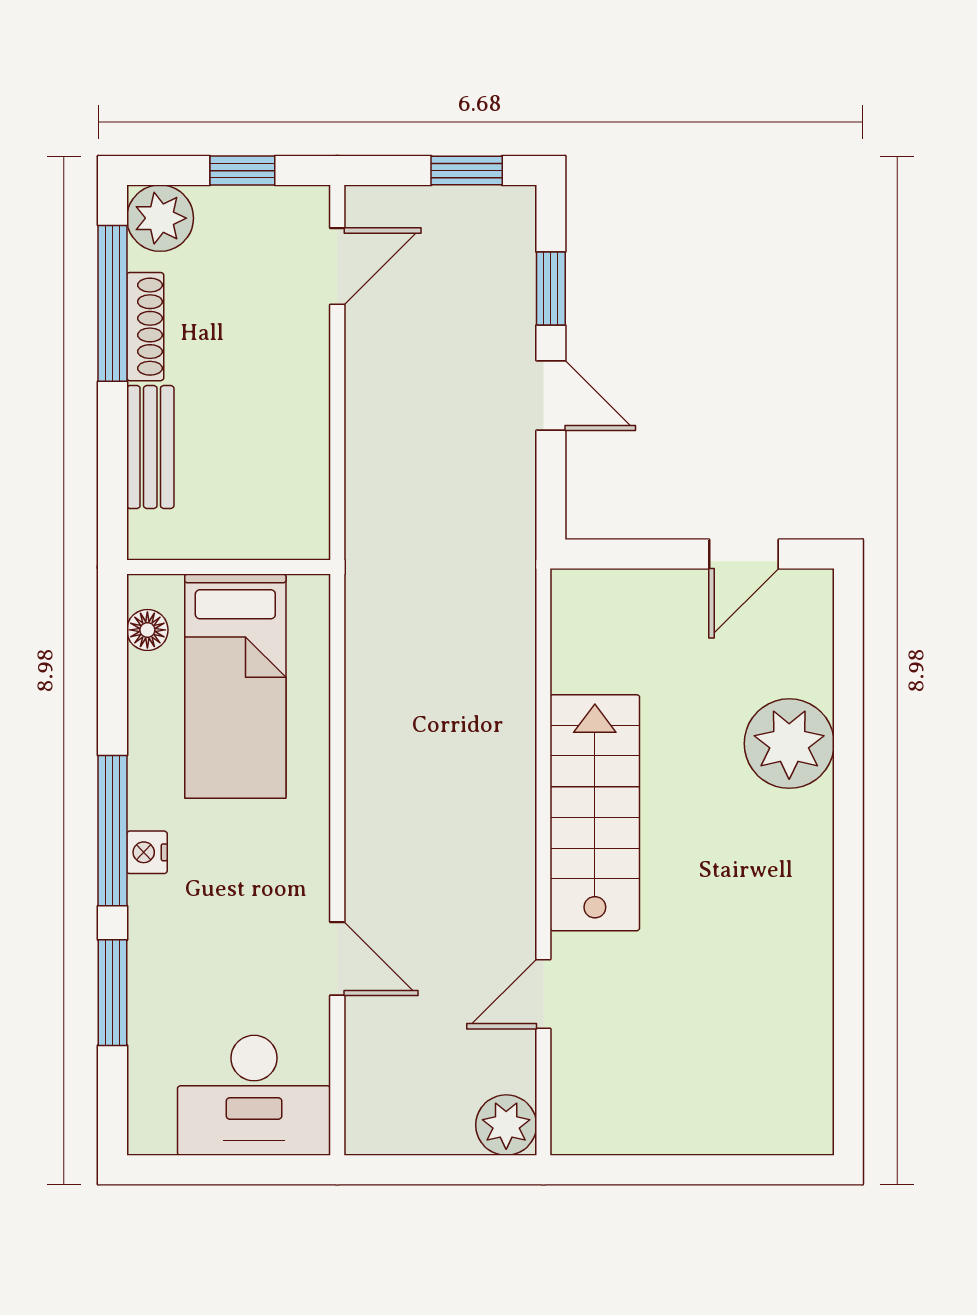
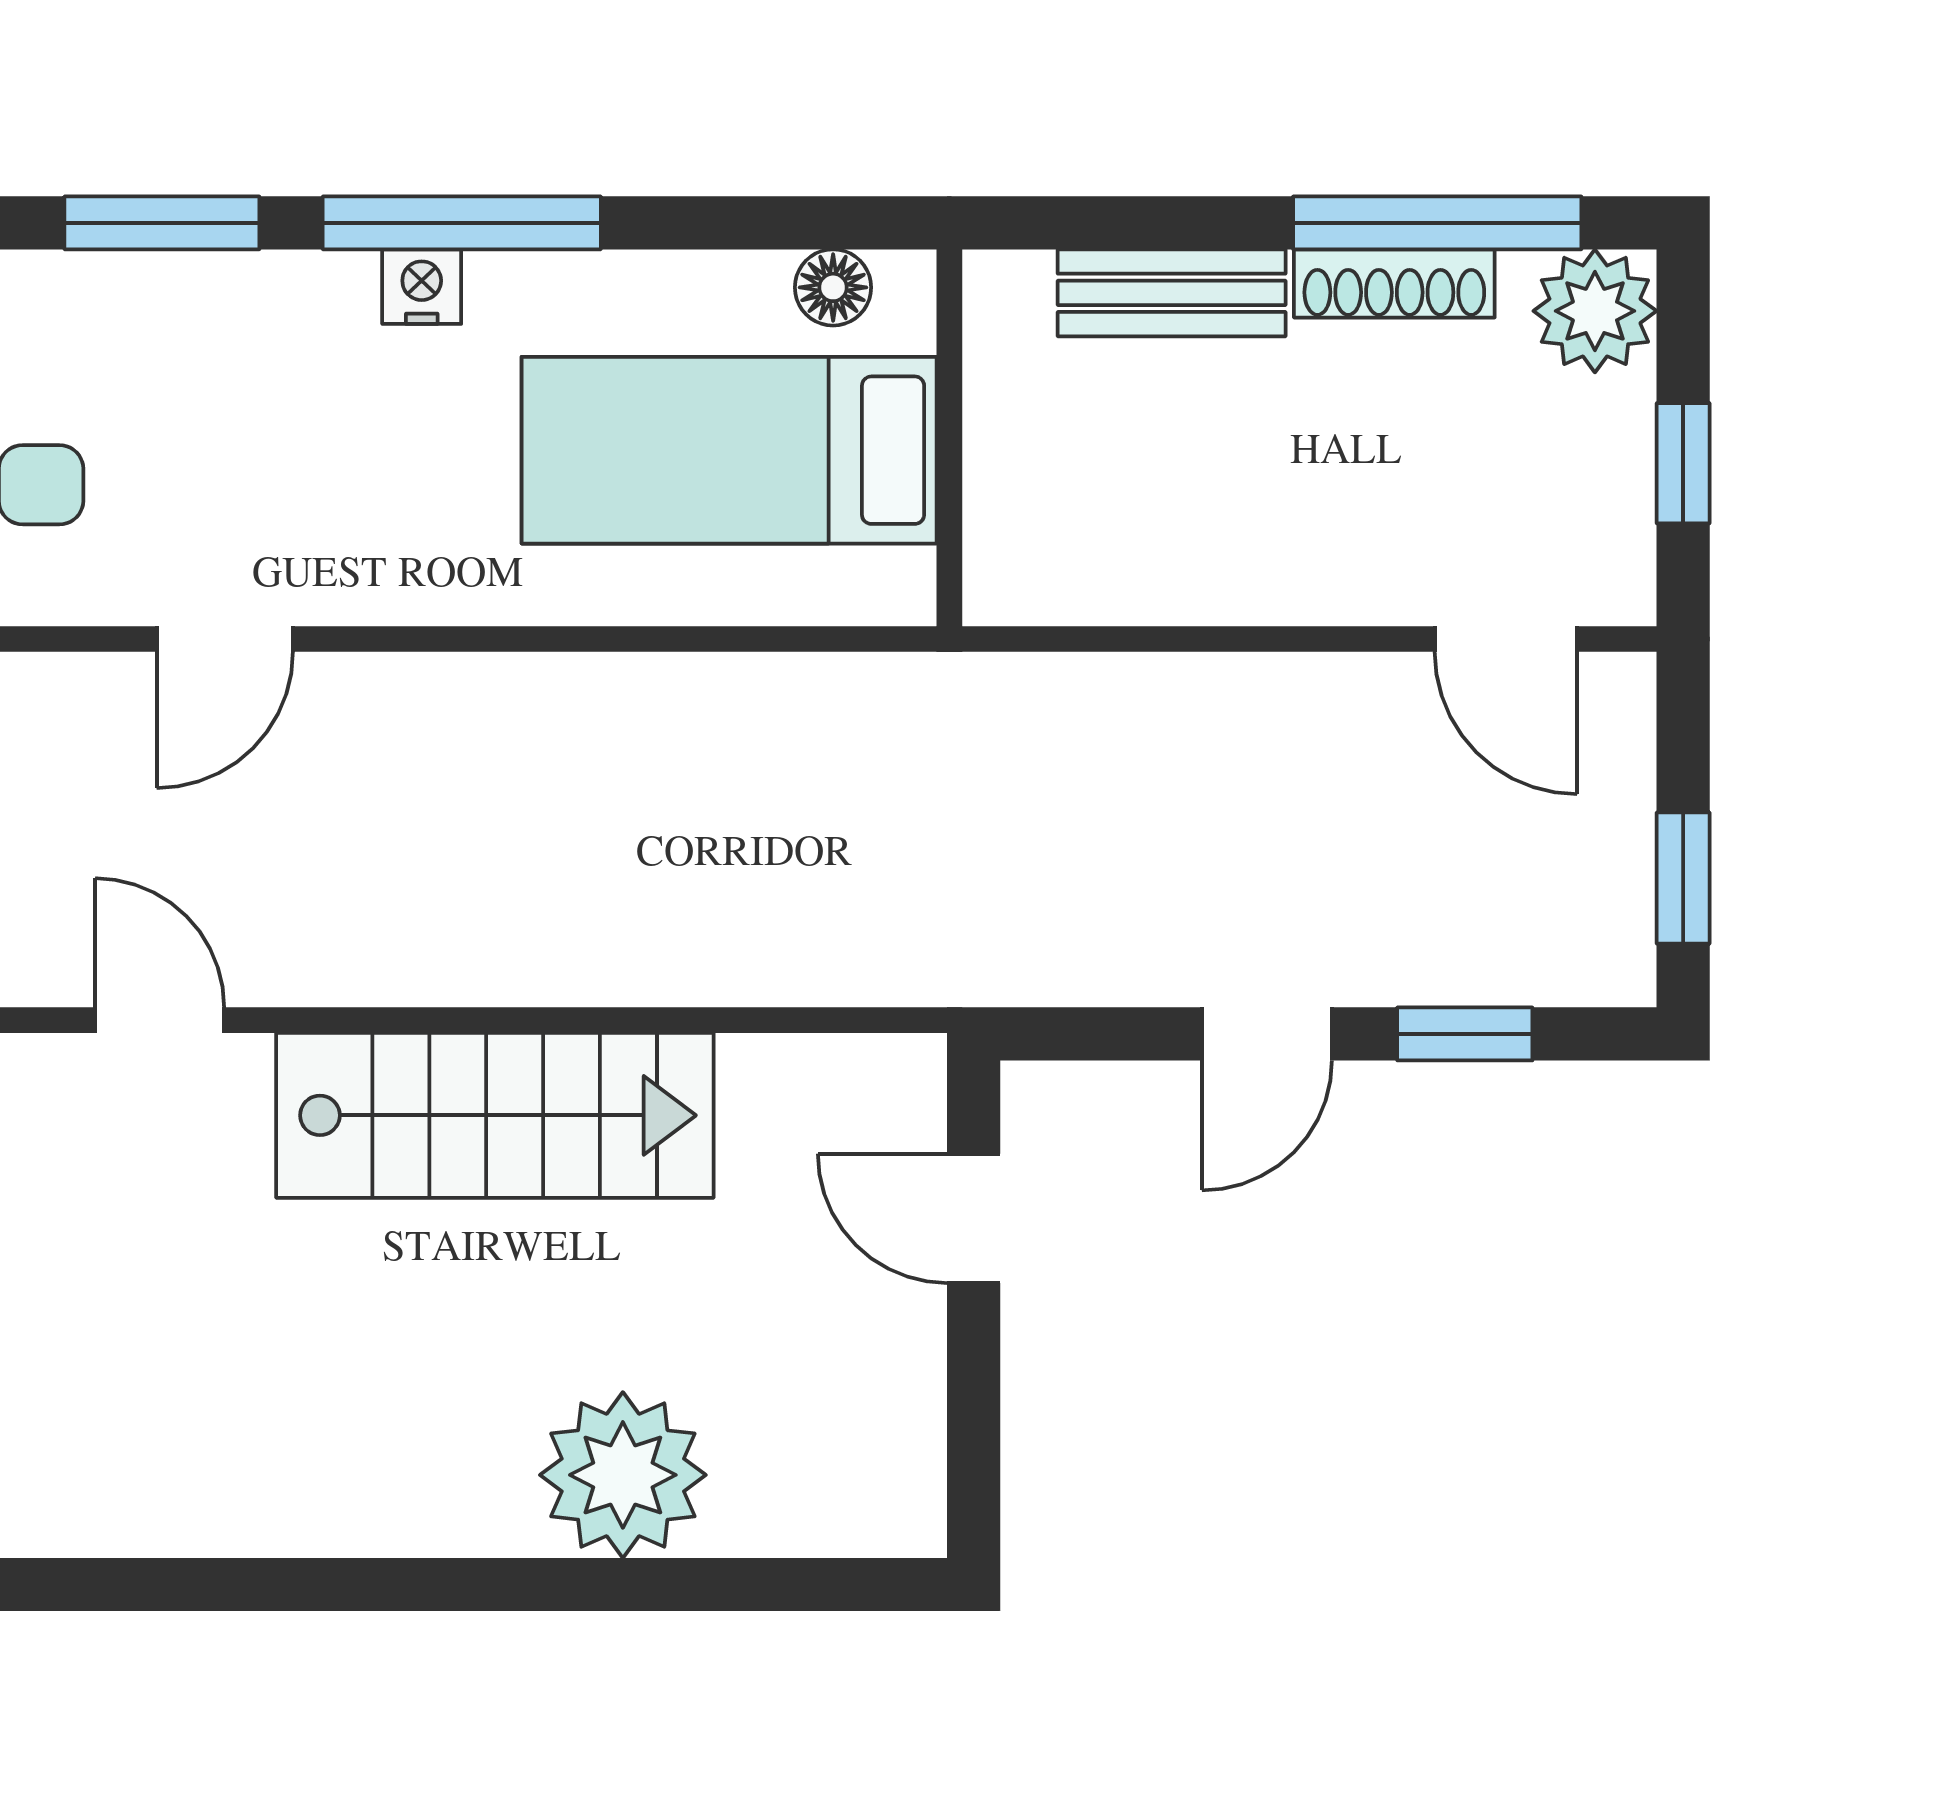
door: (744, 554) -> (974, 1218), moved

